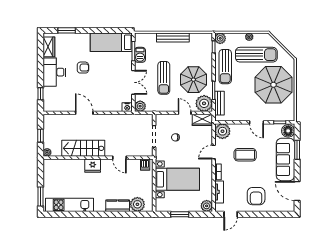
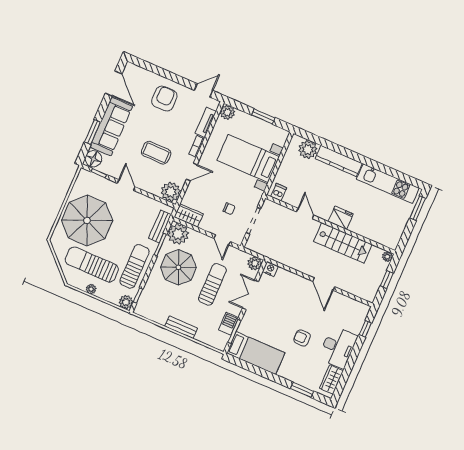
bench: (173, 38) -> (181, 327), width x0.73
door: (185, 113) -> (222, 240), moved
kitchen counter: (118, 206) -> (339, 161), width x1.50

